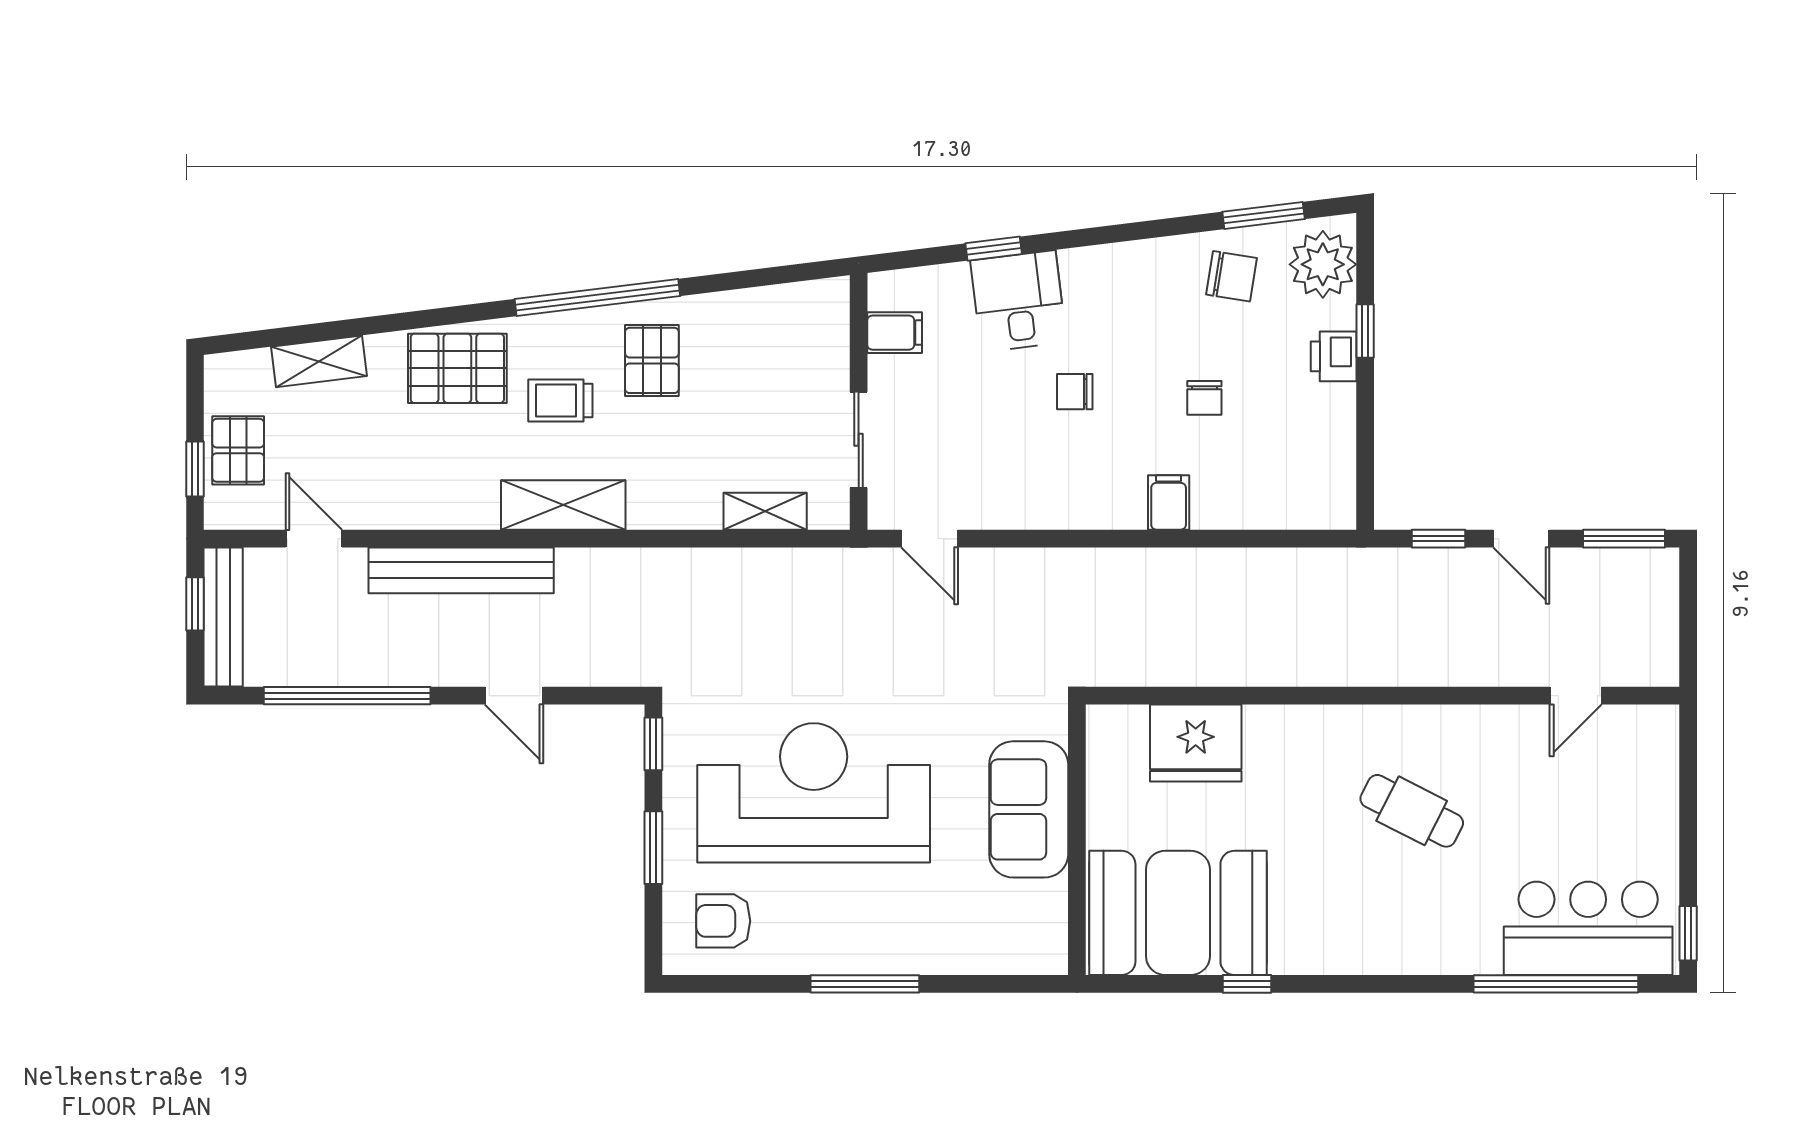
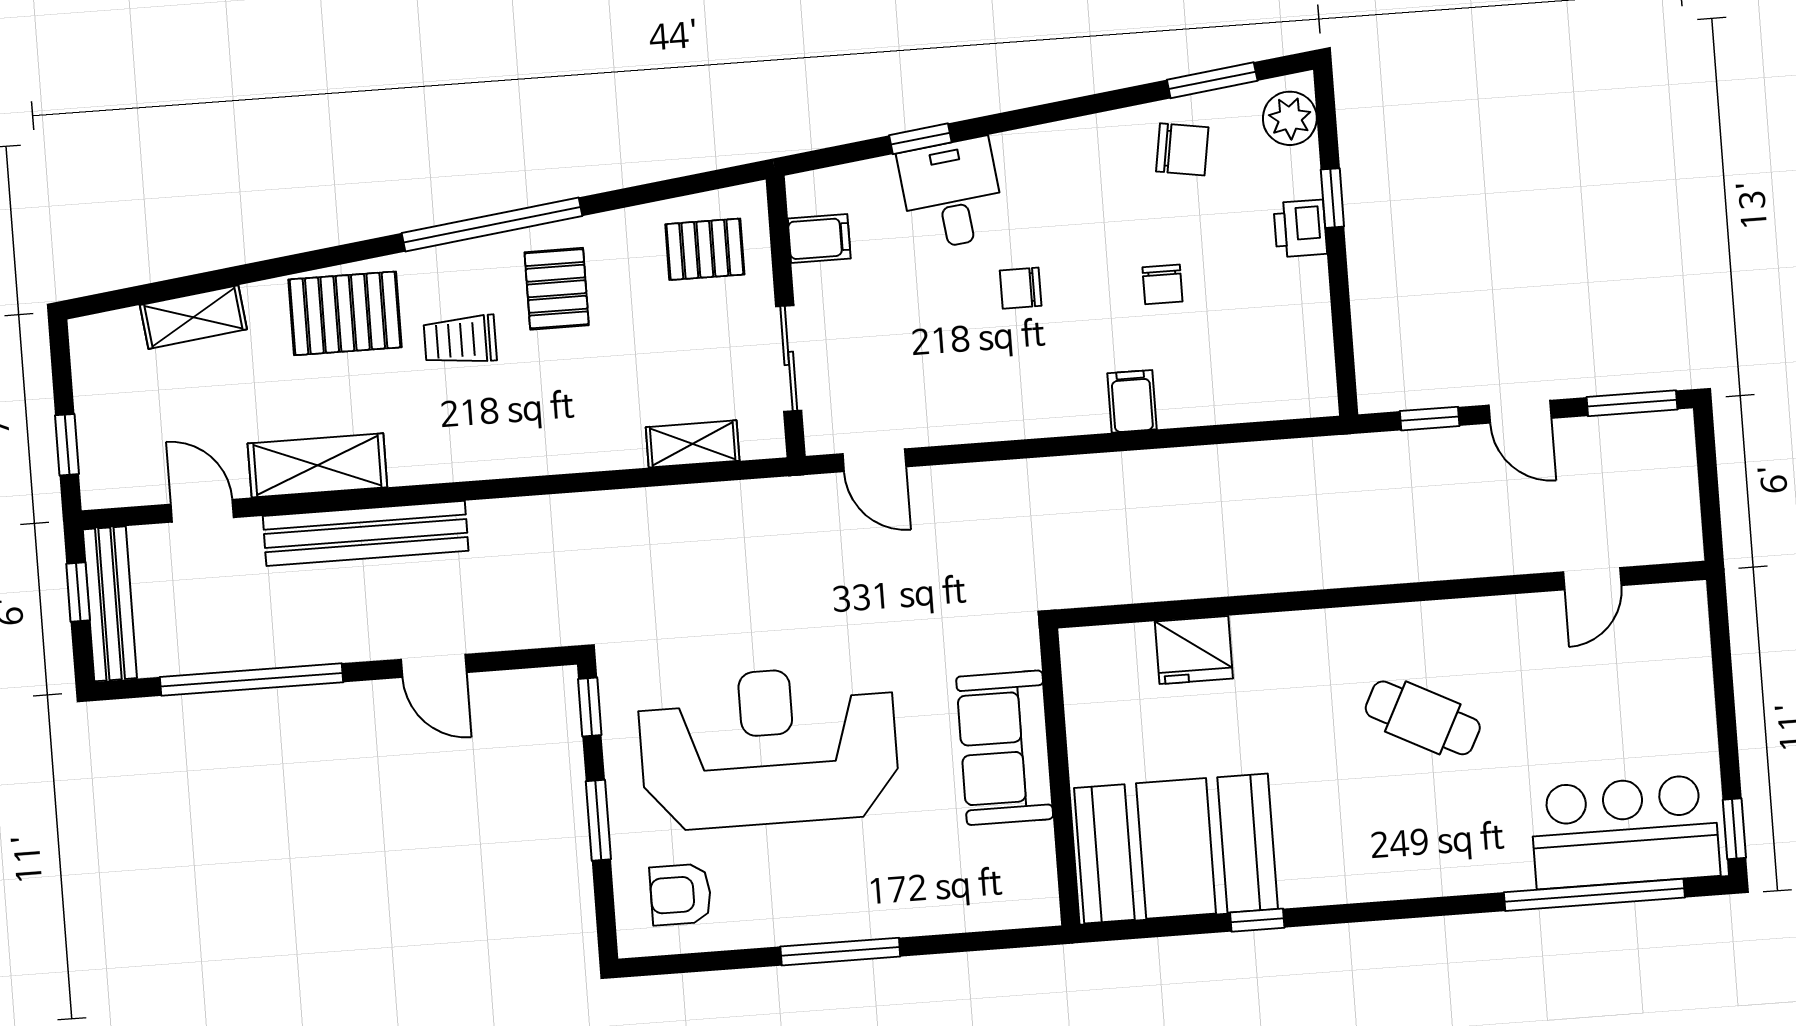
plant: (1323, 264) -> (1290, 118), width x0.73, depth x0.73
pallet: (238, 450) -> (705, 249), moved, turned 90
shelving: (563, 505) -> (317, 465), moved
fridge: (1196, 743) -> (1194, 650), width x0.73, depth x0.75

